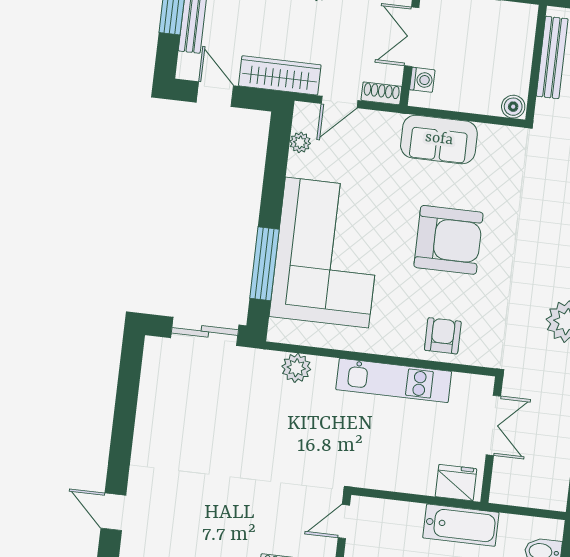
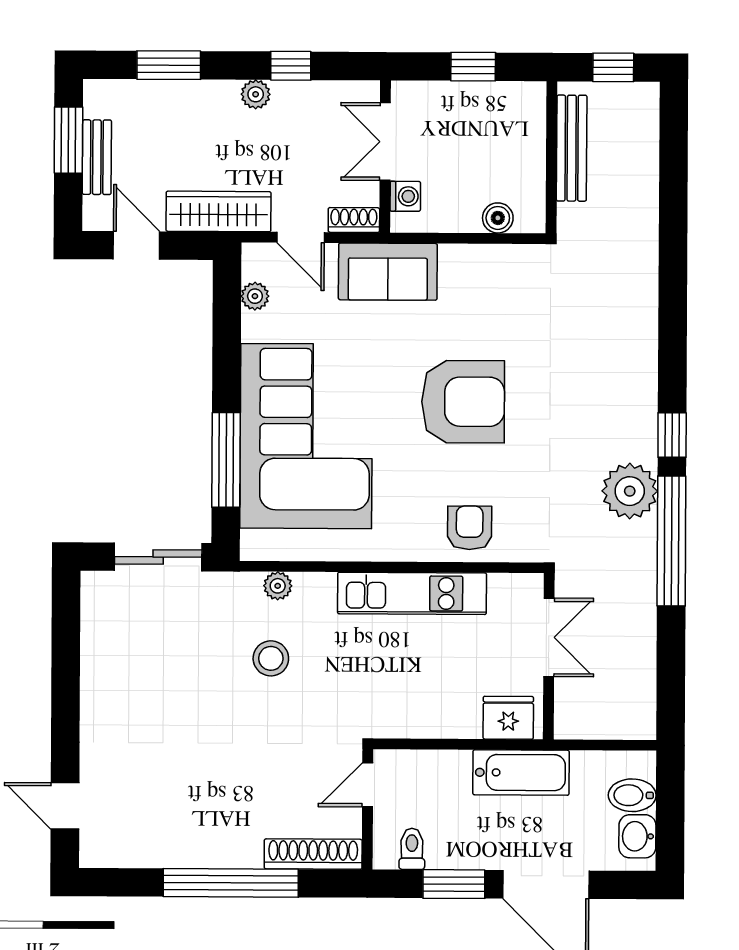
door: (340, 102) -> (301, 237), hinge flipped
boiler: (513, 107) -> (498, 218), moved
sofa: (439, 139) -> (388, 272), moved
plant: (296, 368) -> (278, 586), width x0.73, depth x0.73
stool: (281, 418) -> (271, 658), added

